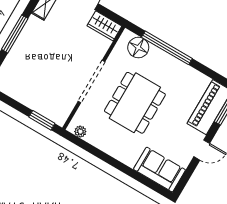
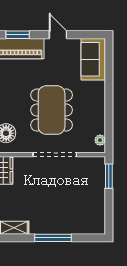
dining table: (135, 103) -> (52, 110), turned 90

